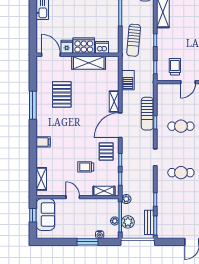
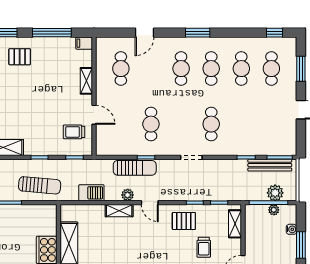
dishwasher: (102, 47) -> (49, 226), removed
door: (120, 125) -> (150, 203), width x0.53
plant: (126, 199) -> (128, 195), moved
bench: (149, 222) -> (270, 165), width x1.36

